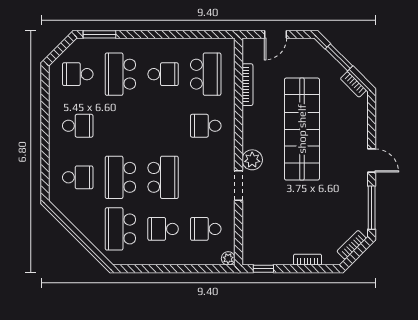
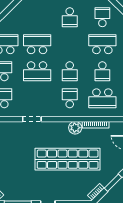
plant: (252, 160) -> (75, 128), moved
school desk: (78, 177) -> (70, 71), moved

